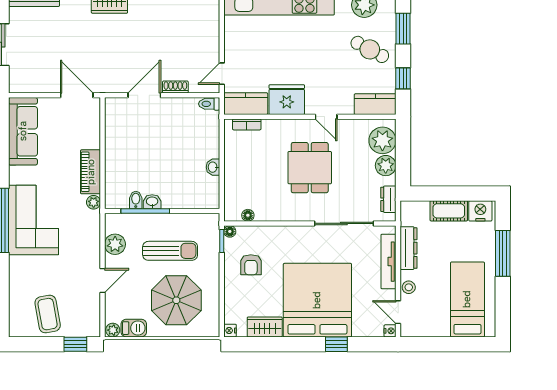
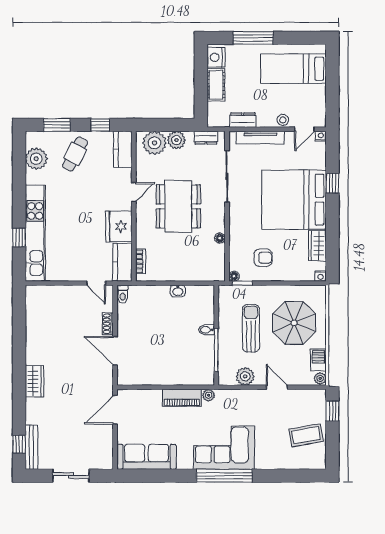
dining table: (310, 168) -> (178, 206), width x1.38
bidet: (136, 200) -> (206, 330), moved
washbasin: (152, 202) -> (208, 344), removed
floor lamp: (248, 215) -> (220, 238), moved
dresser: (409, 248) -> (243, 120), width x0.70

